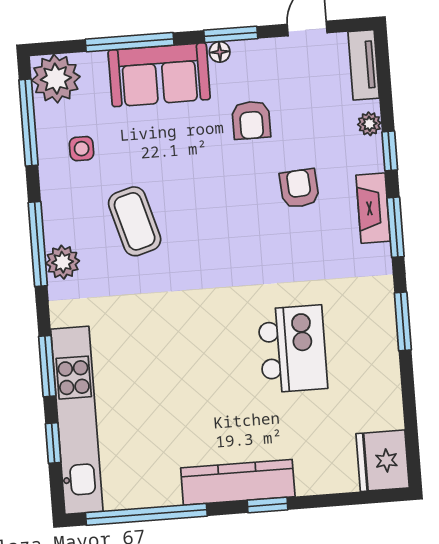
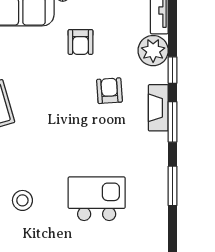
plant: (369, 124) -> (153, 51), width x1.87, depth x1.87
kitchen island: (293, 349) -> (97, 199), turned -90
stool: (184, 360) -> (22, 200), added

